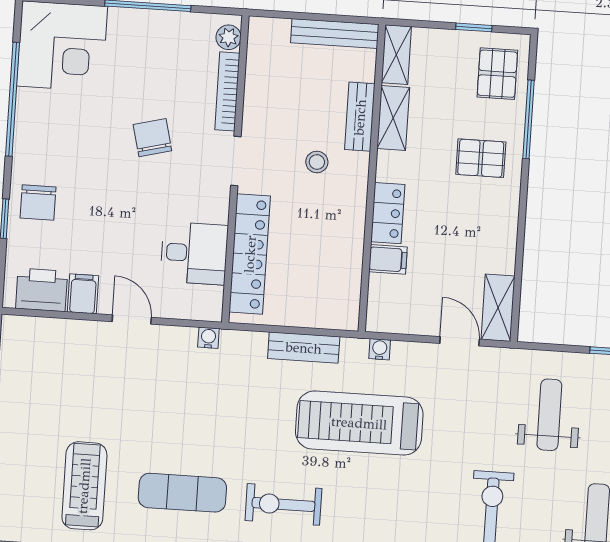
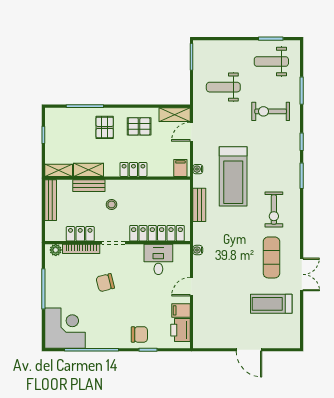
pallet: (497, 74) -> (139, 126), moved
locker: (259, 92) -> (80, 234), added
filing cabinet: (388, 259) -> (180, 168), moved

